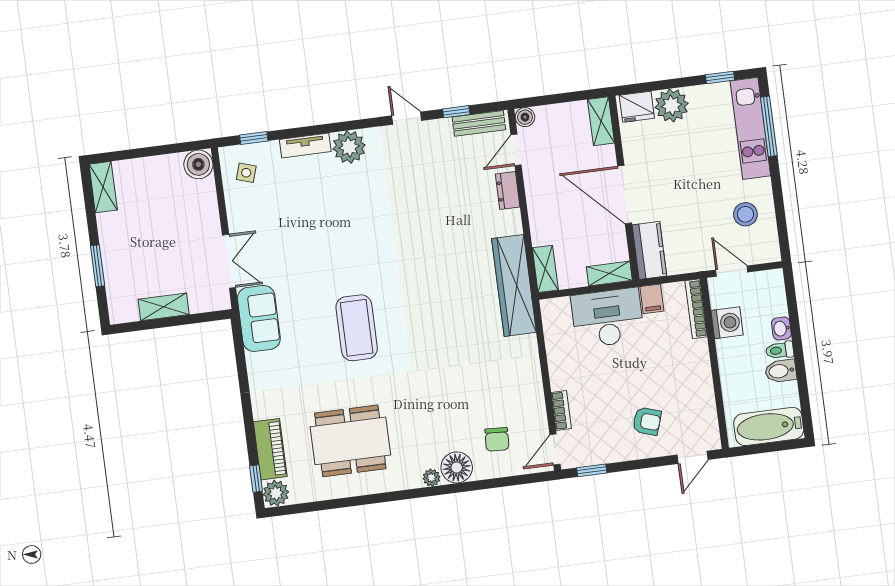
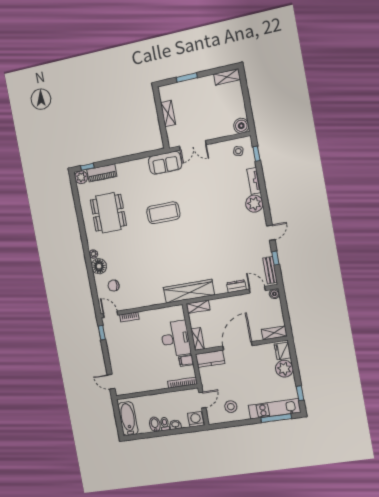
washing machine: (727, 323) -> (196, 419), moved, turned 180
armchair: (647, 421) -> (127, 359), removed

